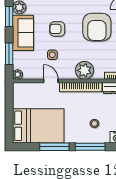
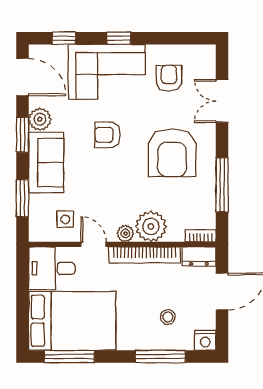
armchair: (57, 29) -> (108, 135), moved
side table: (52, 55) -> (65, 219), moved
plant: (18, 75) -> (125, 234), moved
desk: (26, 95) -> (52, 268), added
window: (54, 147) -> (69, 356), moved

